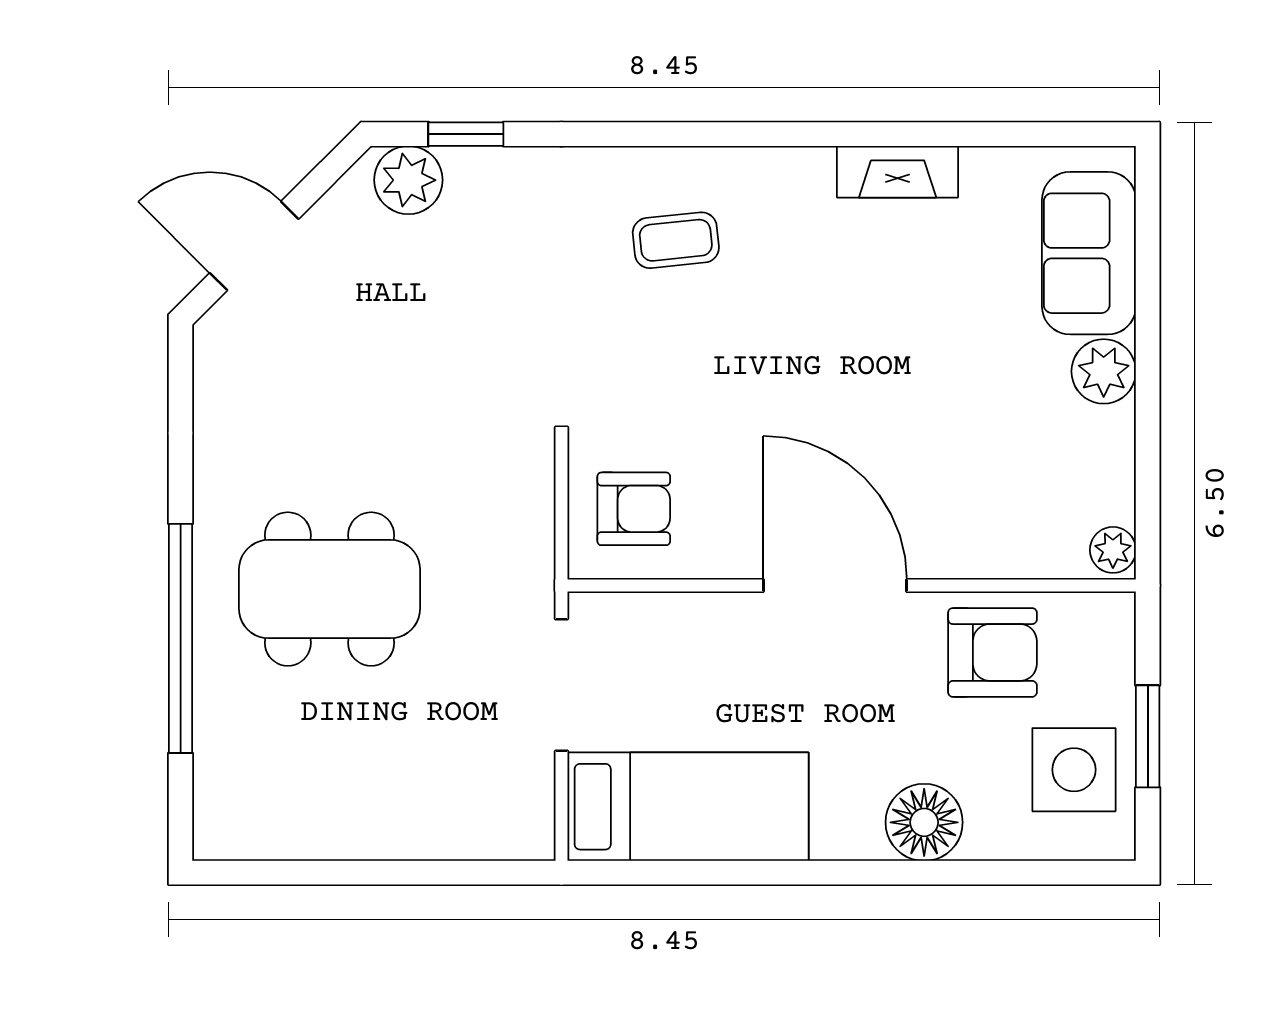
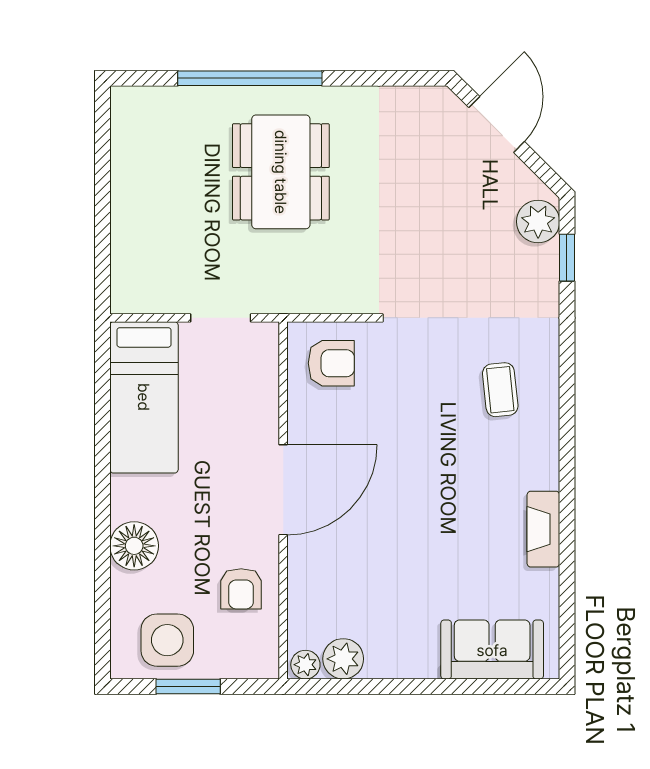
plant: (1104, 371) -> (343, 659), moved
armchair: (634, 509) -> (331, 363), turned -90
armchair: (992, 652) -> (241, 589), width x0.72, depth x0.72
doorway: (562, 685) -> (221, 318), width x0.73

